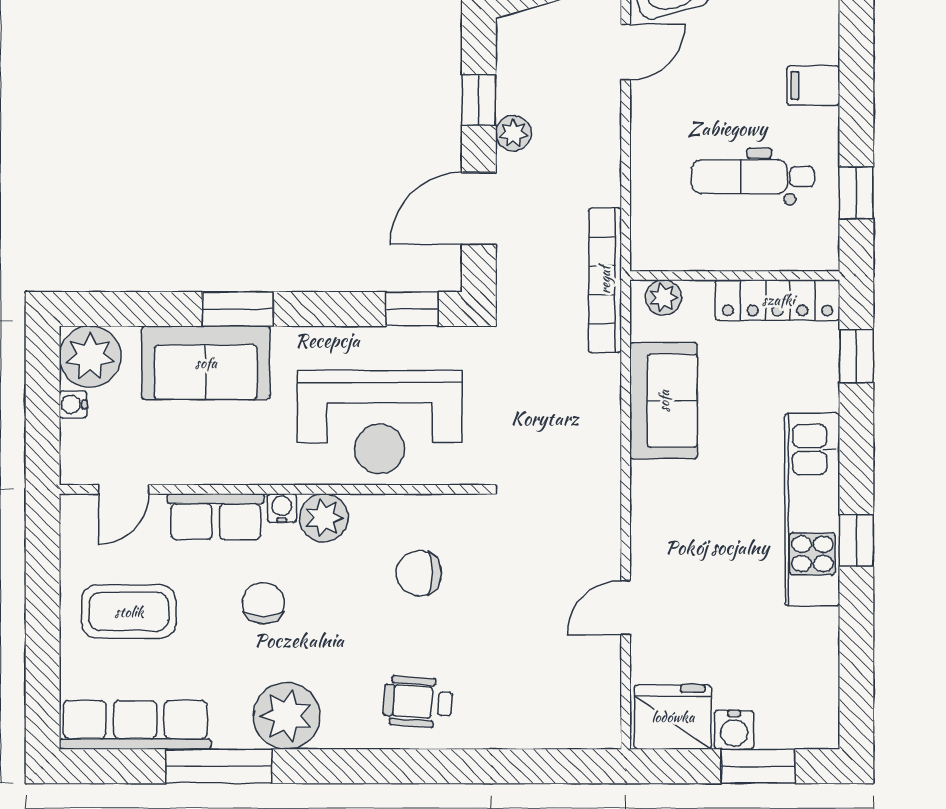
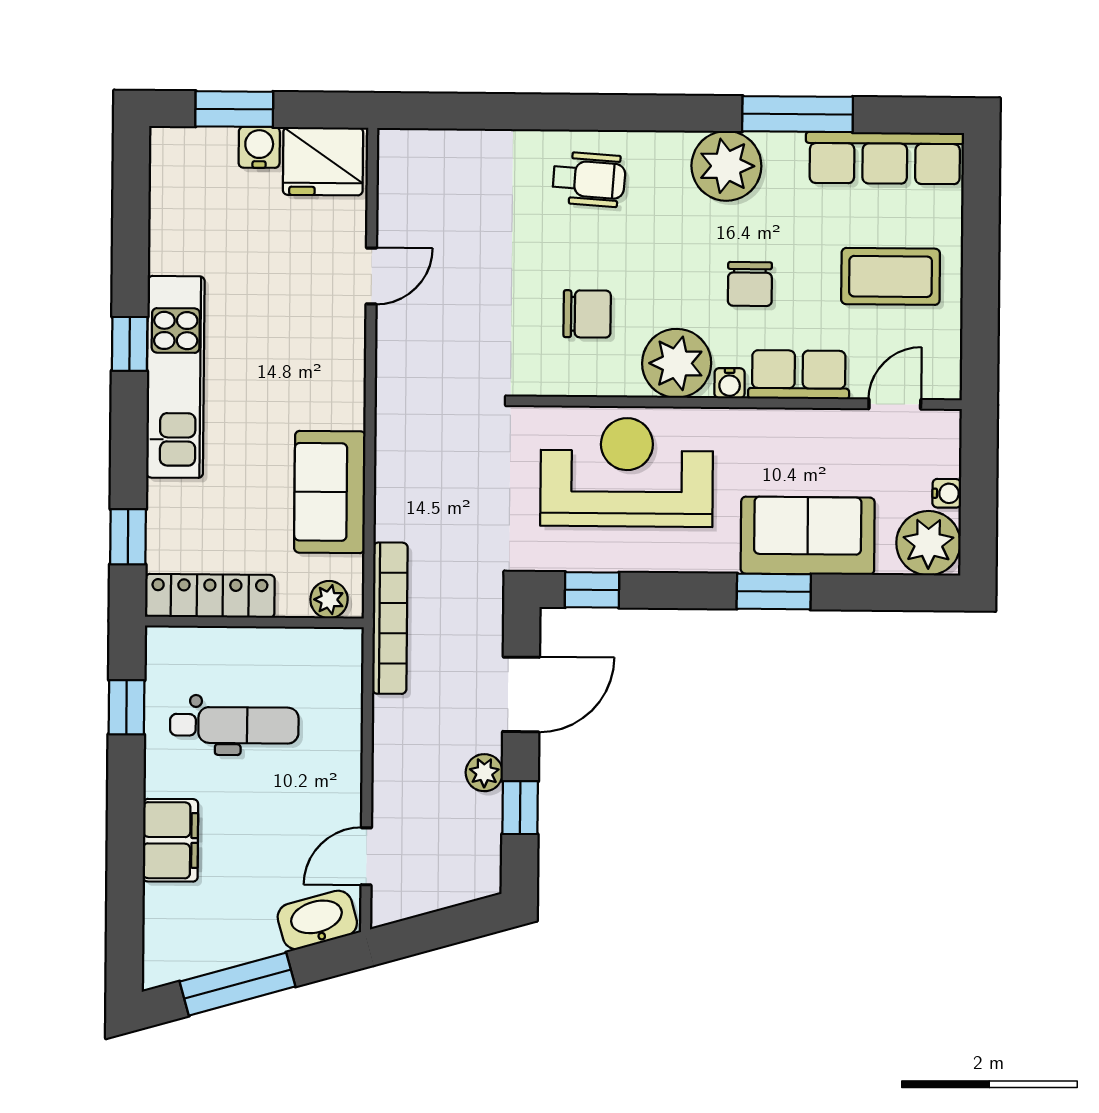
filing cabinet: (813, 86) -> (170, 840), width x2.00
plant: (324, 518) -> (677, 363), width x1.36, depth x1.36

